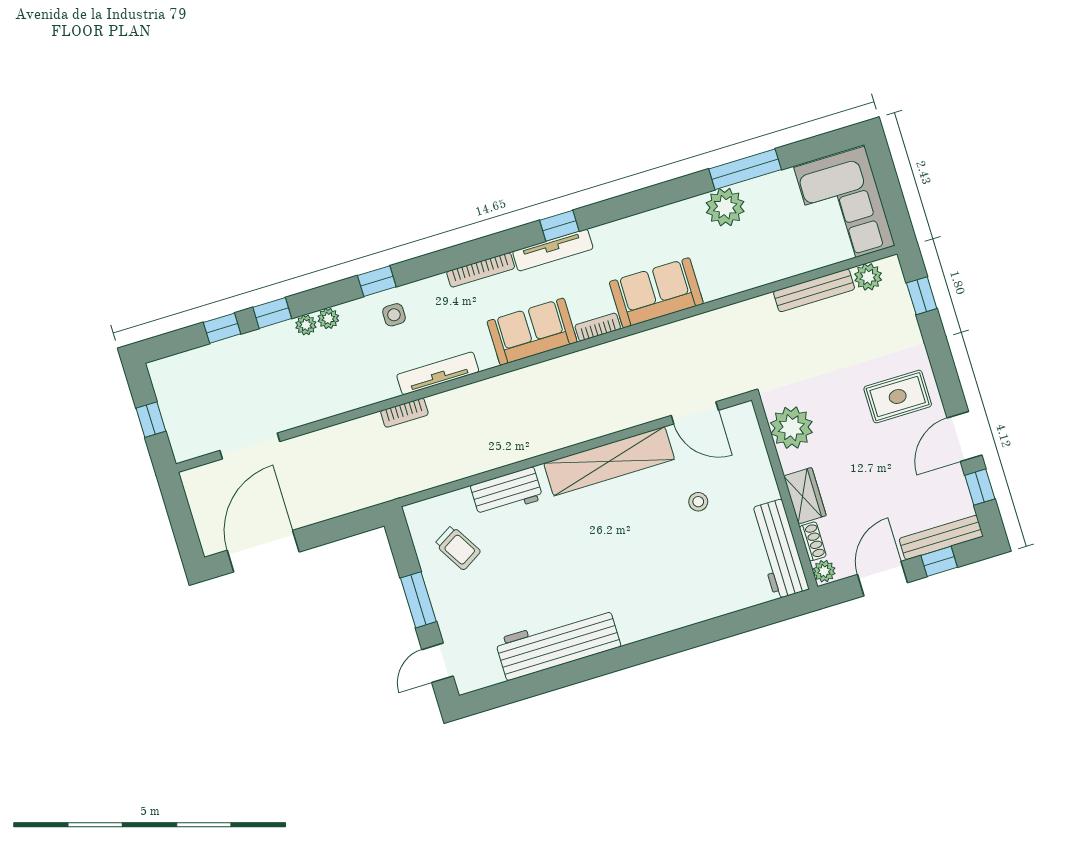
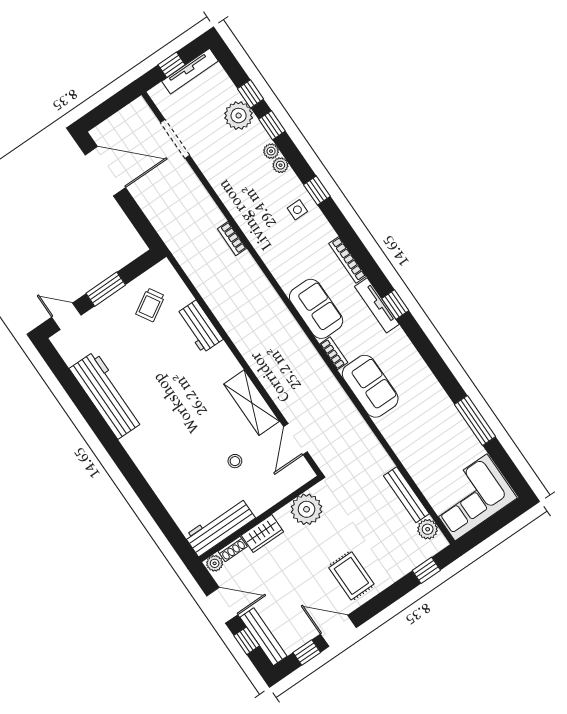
plant: (725, 207) -> (239, 116), moved
tv unit: (438, 373) -> (190, 71), moved, turned 90
shelving: (609, 461) -> (252, 403), width x0.68

